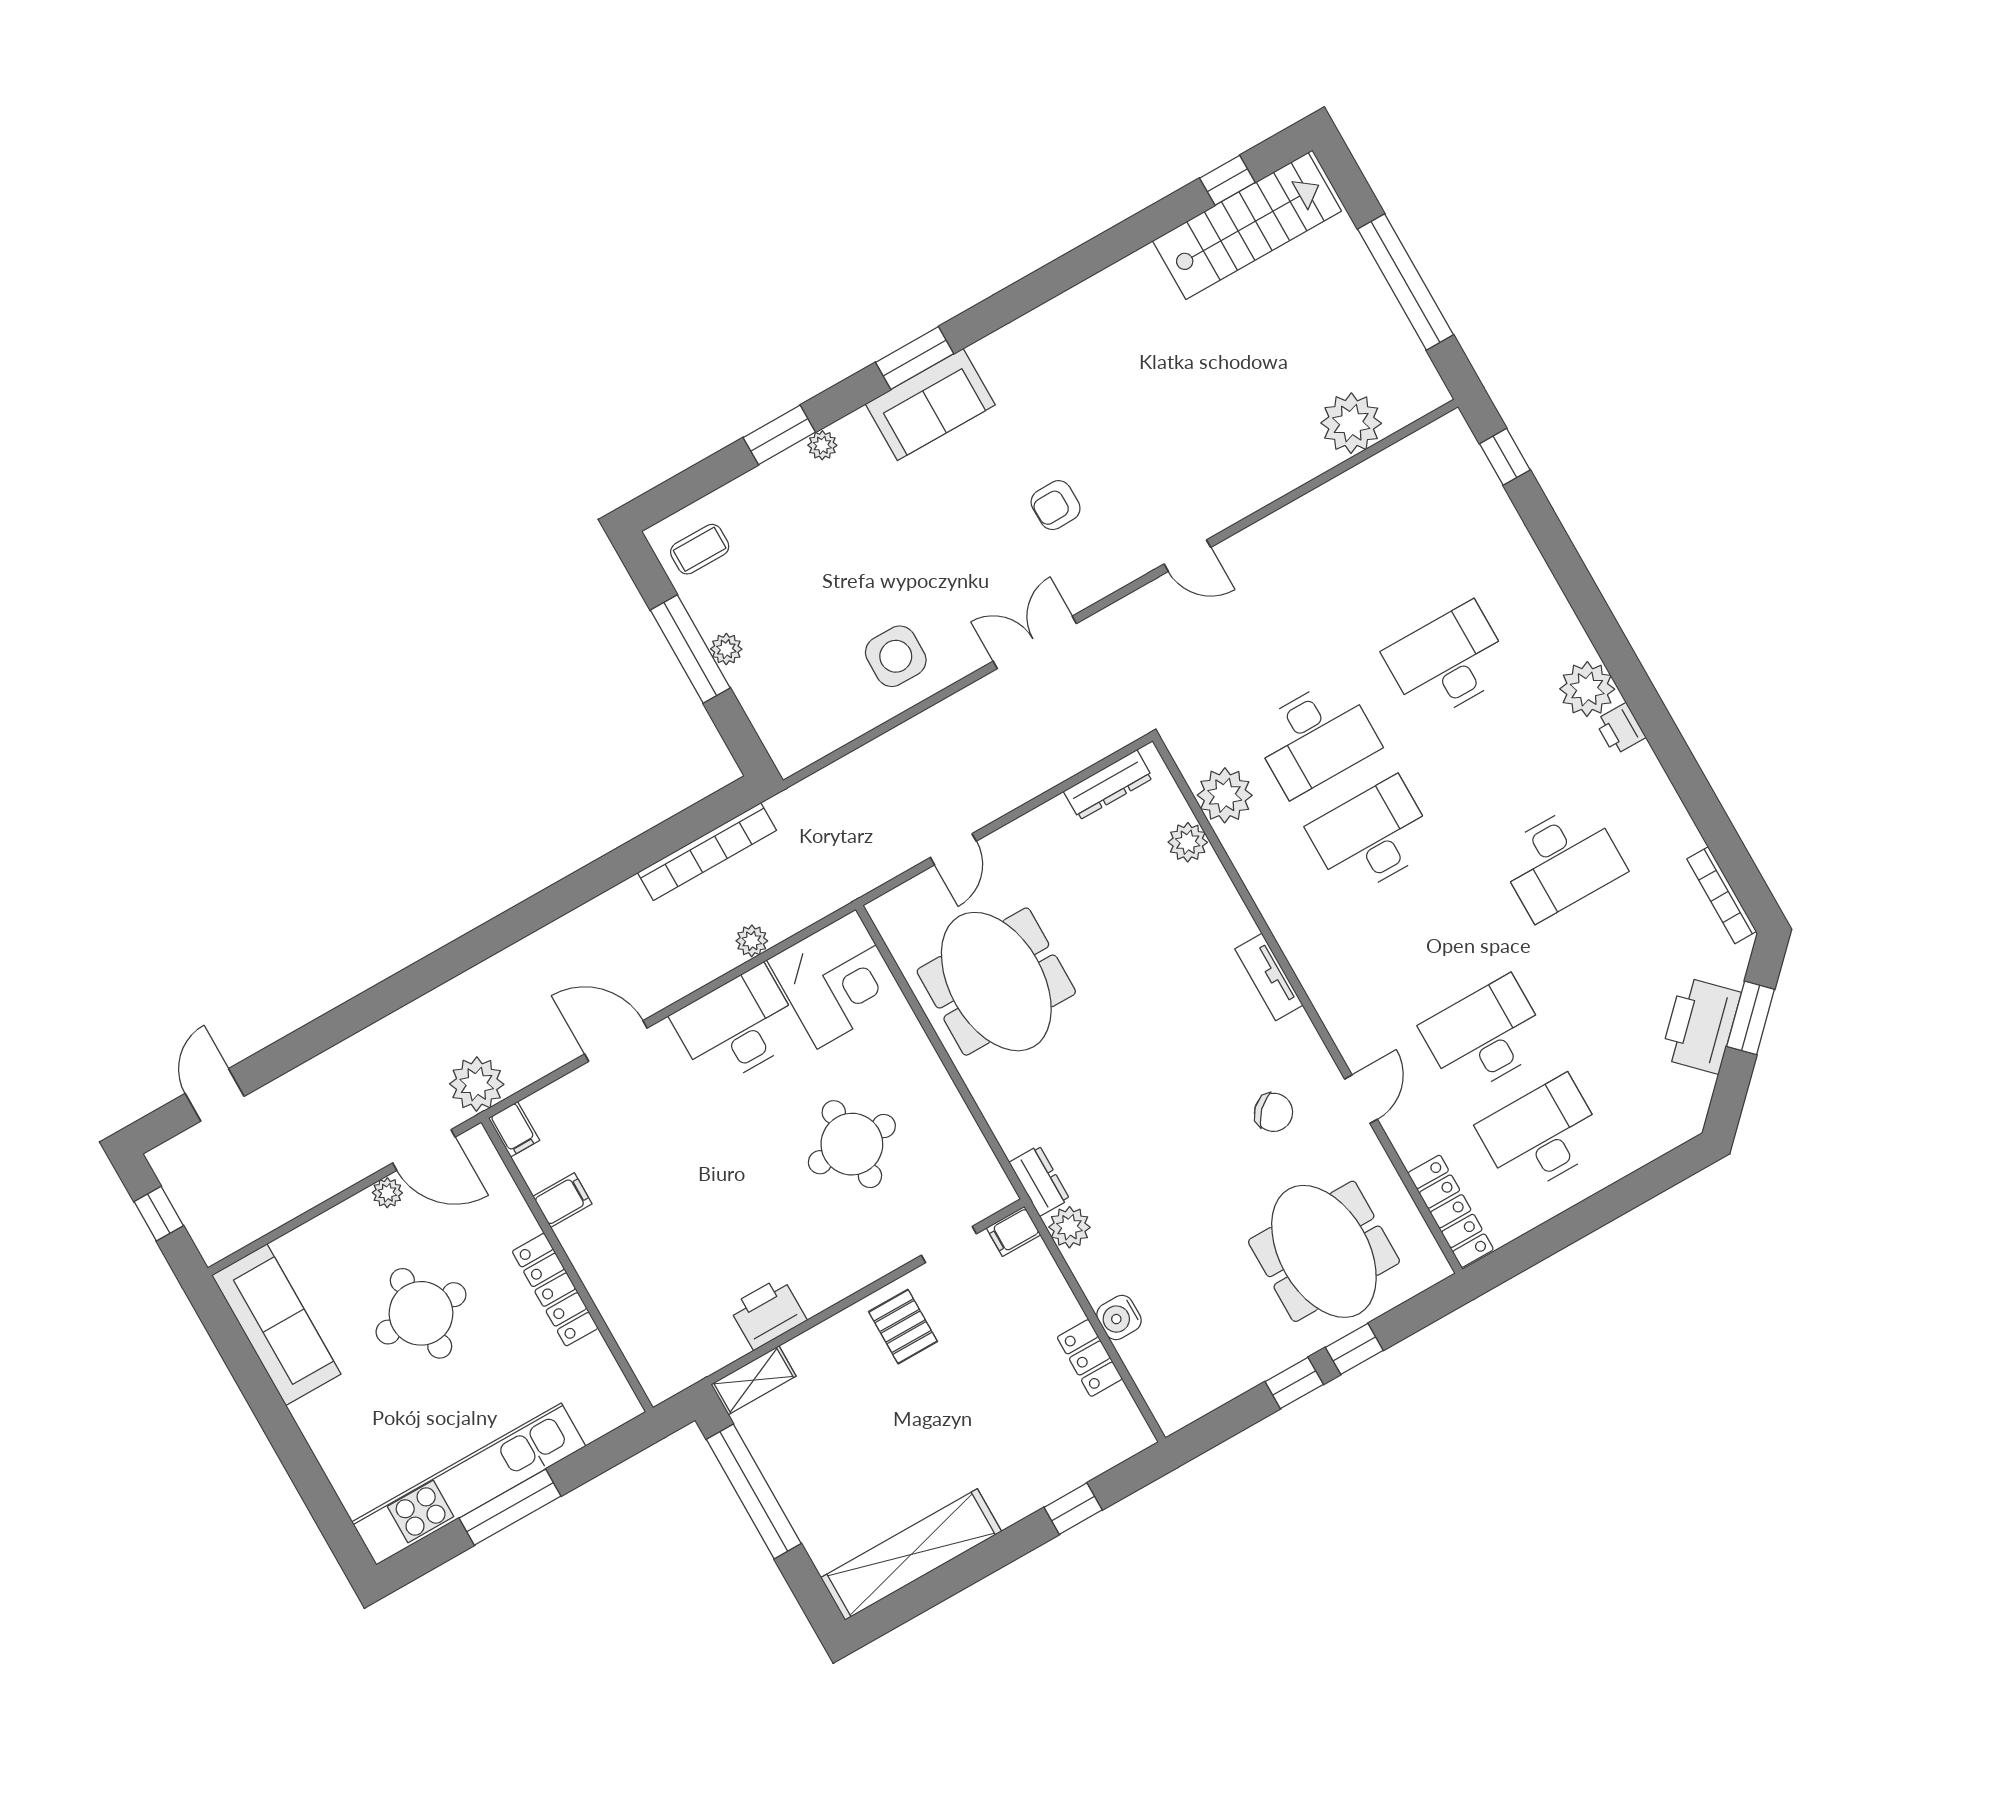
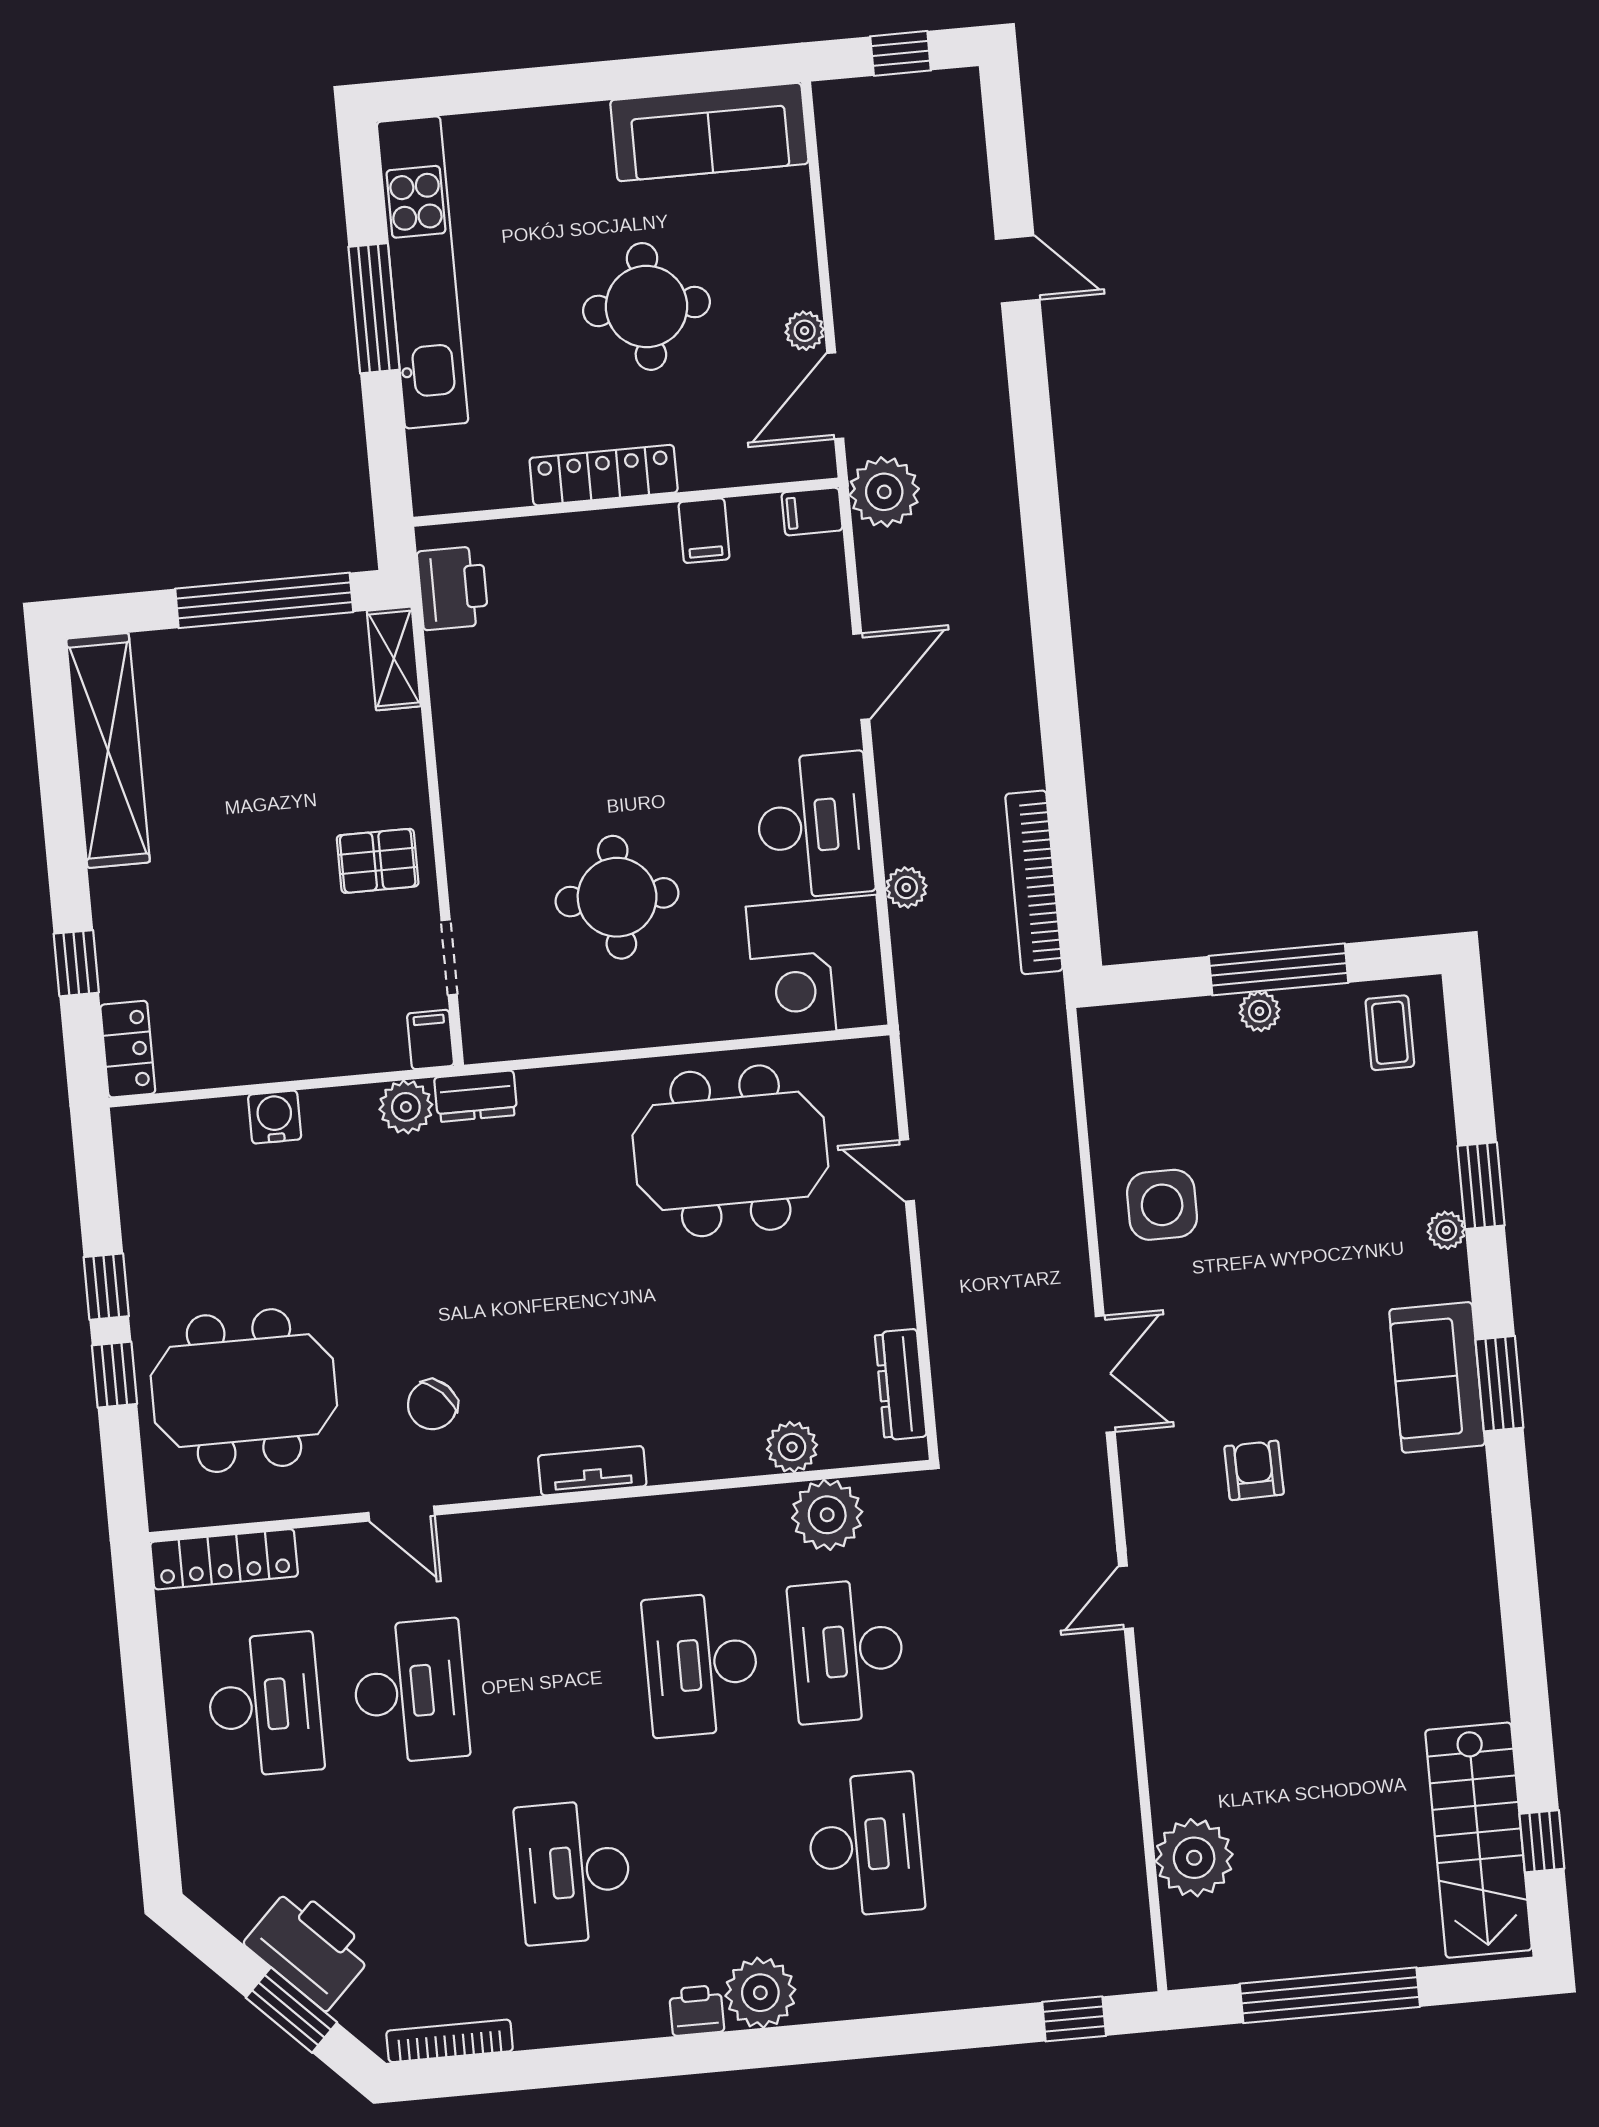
desk: (1372, 837) -> (701, 1664), turned 180
door: (215, 1095) -> (1018, 269), moved
printer: (768, 1313) -> (453, 588), moved
locker: (1090, 1358) -> (128, 1049), moved, turned 90

